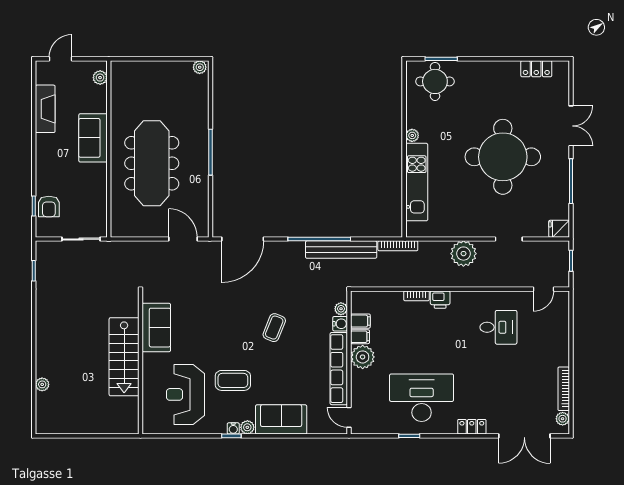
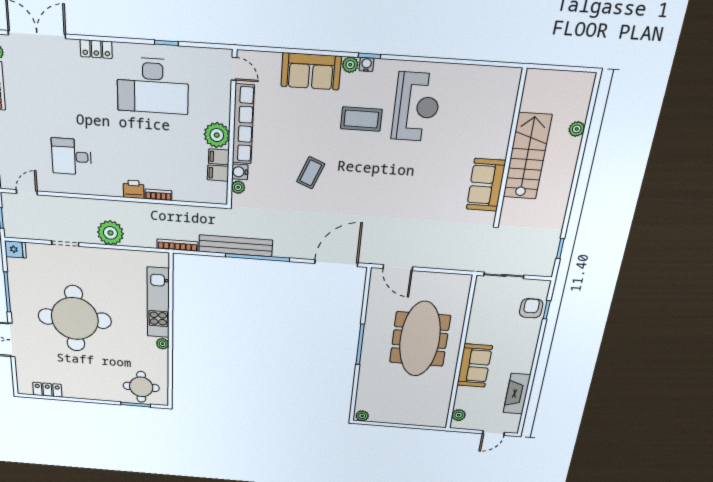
sofa: (156, 328) -> (486, 185), moved
stairs: (124, 357) -> (527, 156), moved
wall: (140, 362) -> (510, 149), moved

